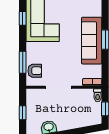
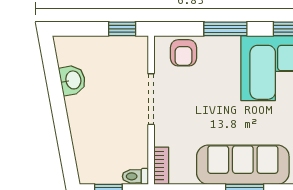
window: (23, 62) -> (225, 29), moved
window: (23, 113) -> (122, 29), moved

